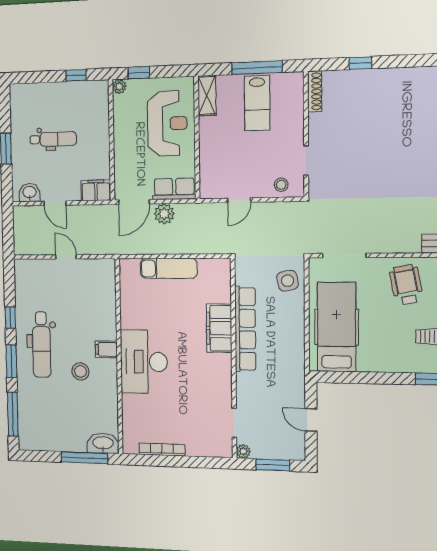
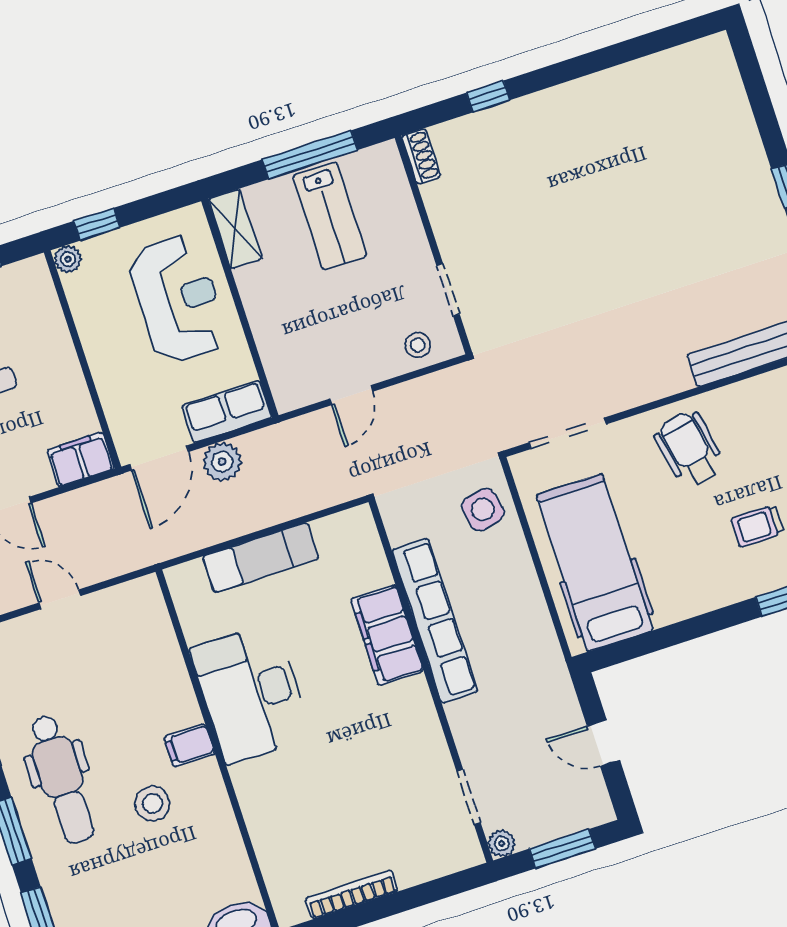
shoe rack: (315, 91) -> (421, 156), width x0.70
desk: (144, 362) -> (251, 693), moved

